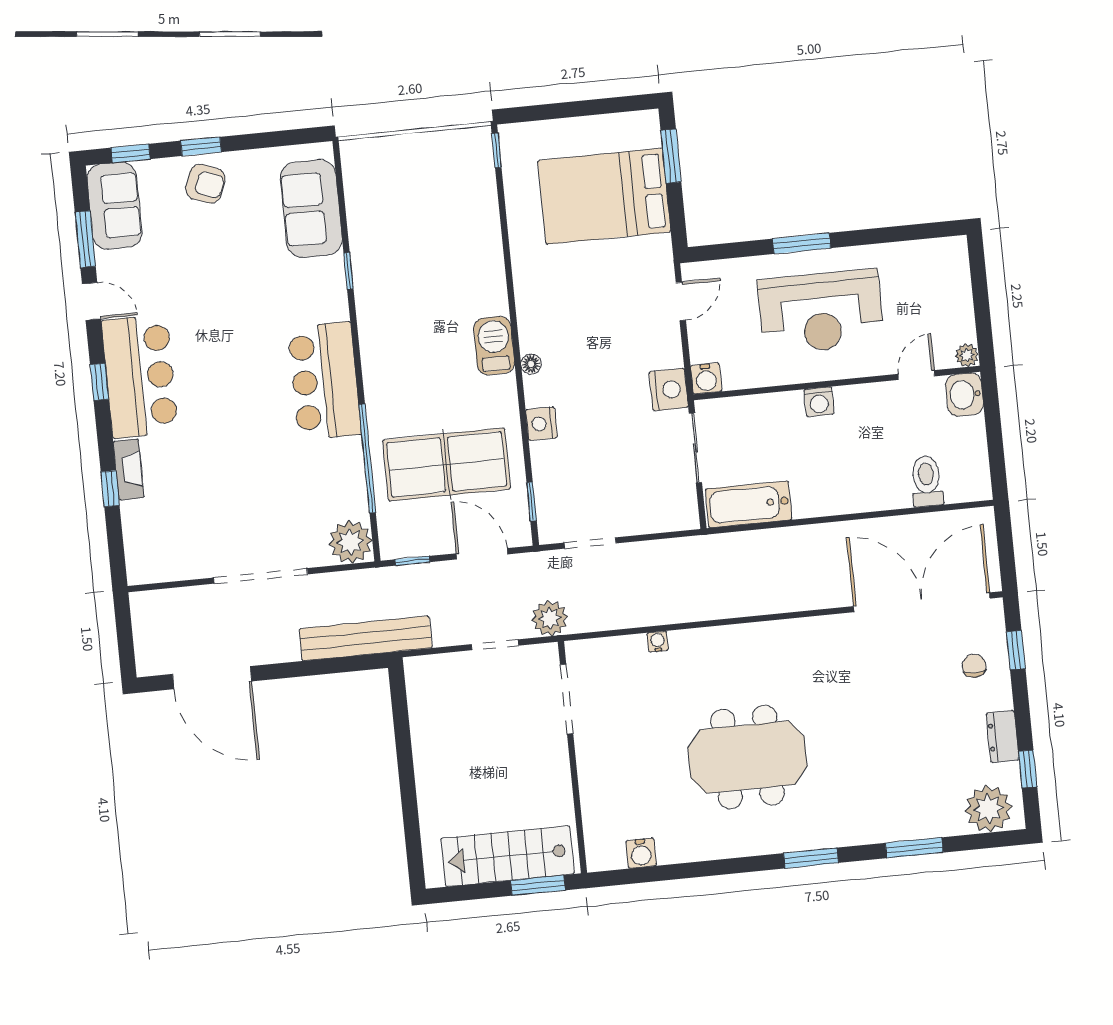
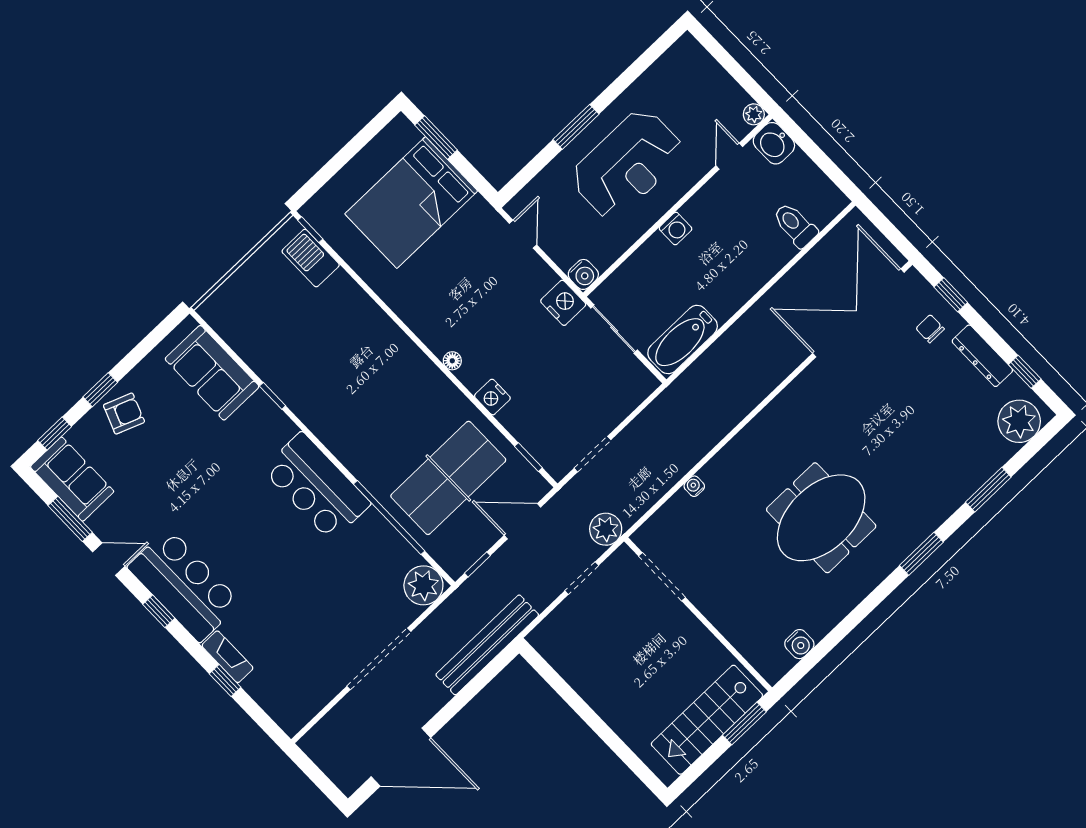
barbecue: (494, 346) -> (311, 258), moved
dresser: (1003, 737) -> (982, 356), width x1.44

